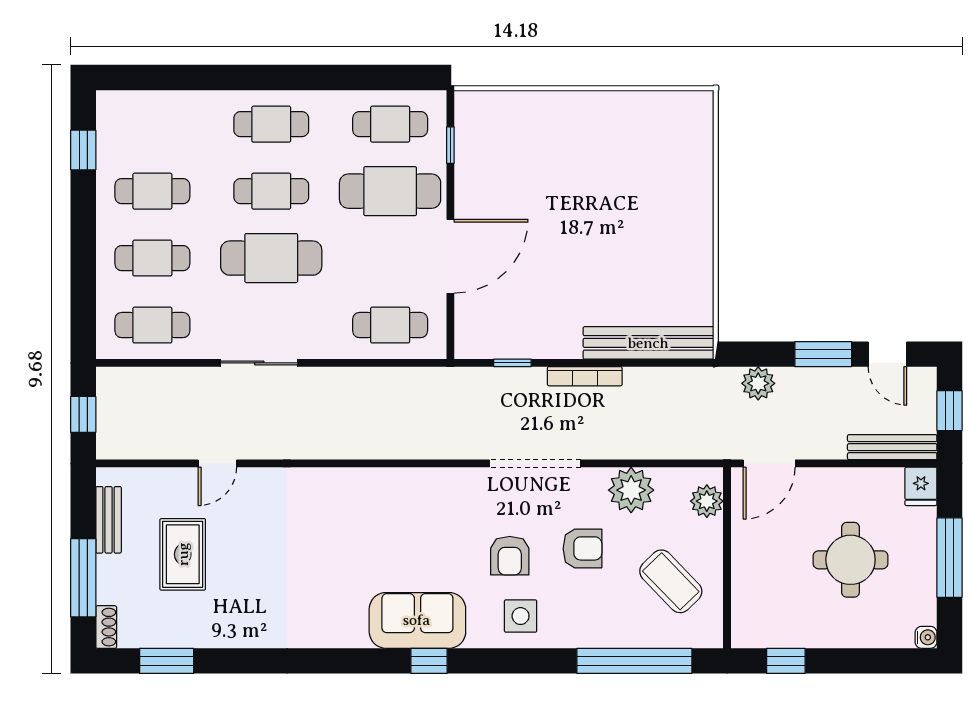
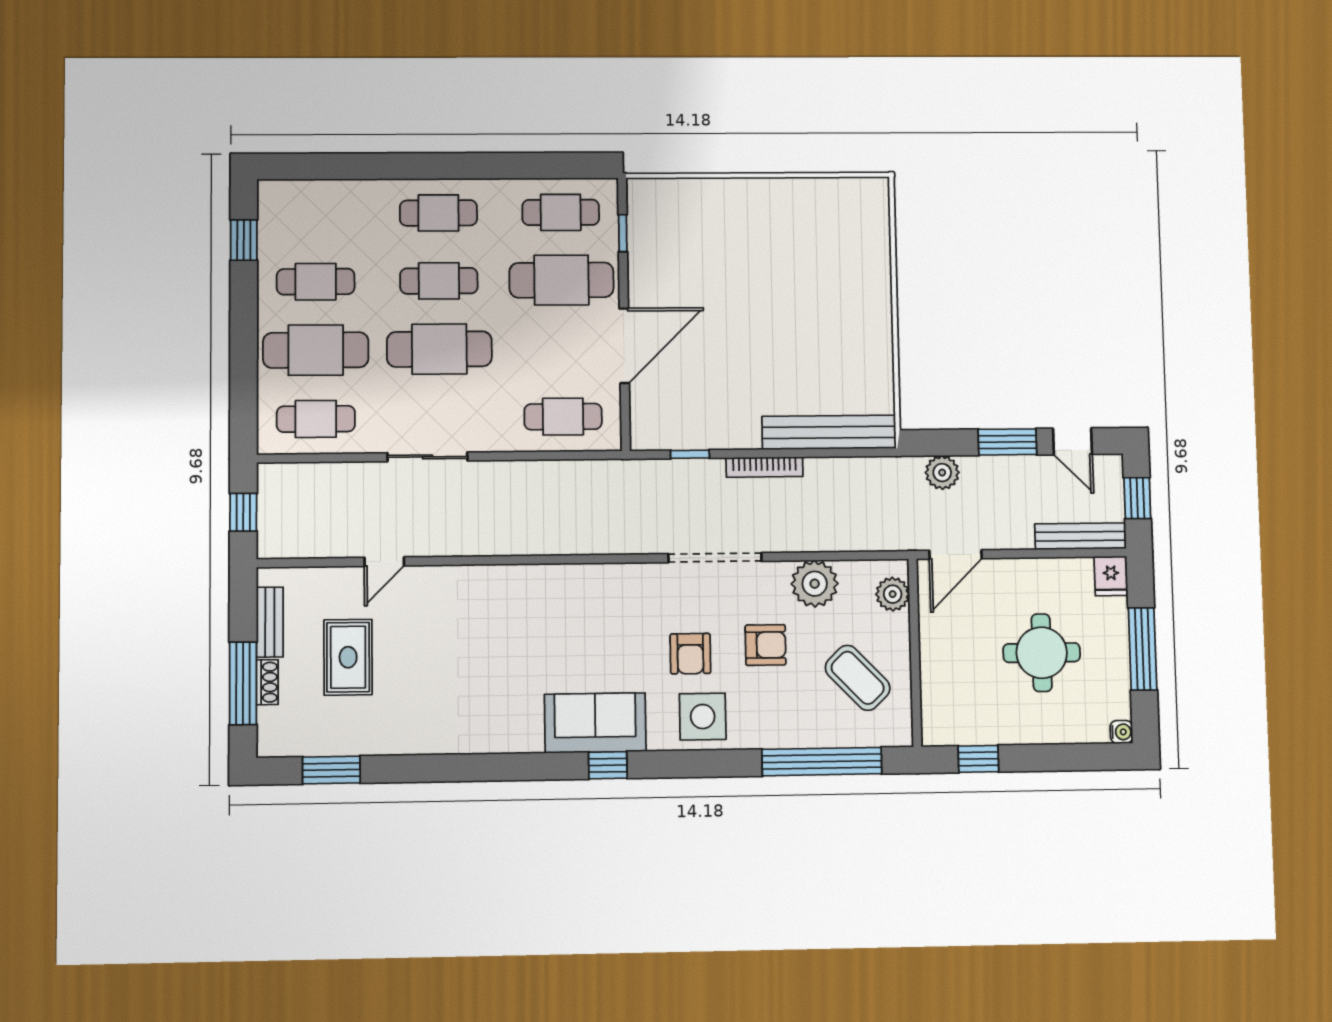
cafe table: (152, 258) -> (316, 350), width x1.37, depth x1.35
side table: (521, 616) -> (703, 717), width x1.37, depth x1.37
shoe rack: (106, 627) -> (267, 682), moved

